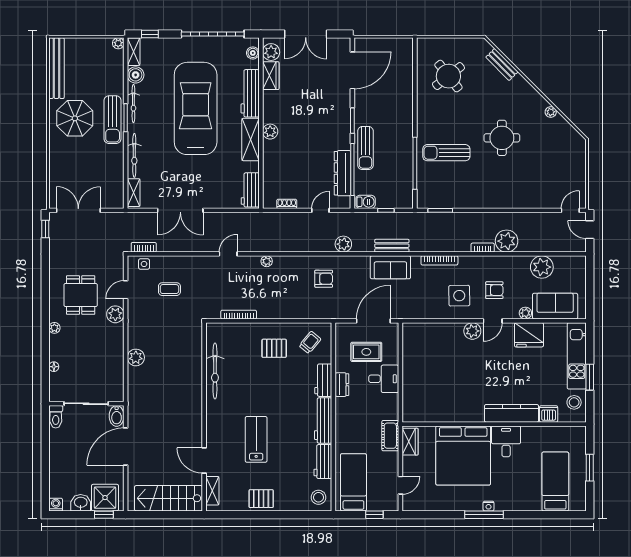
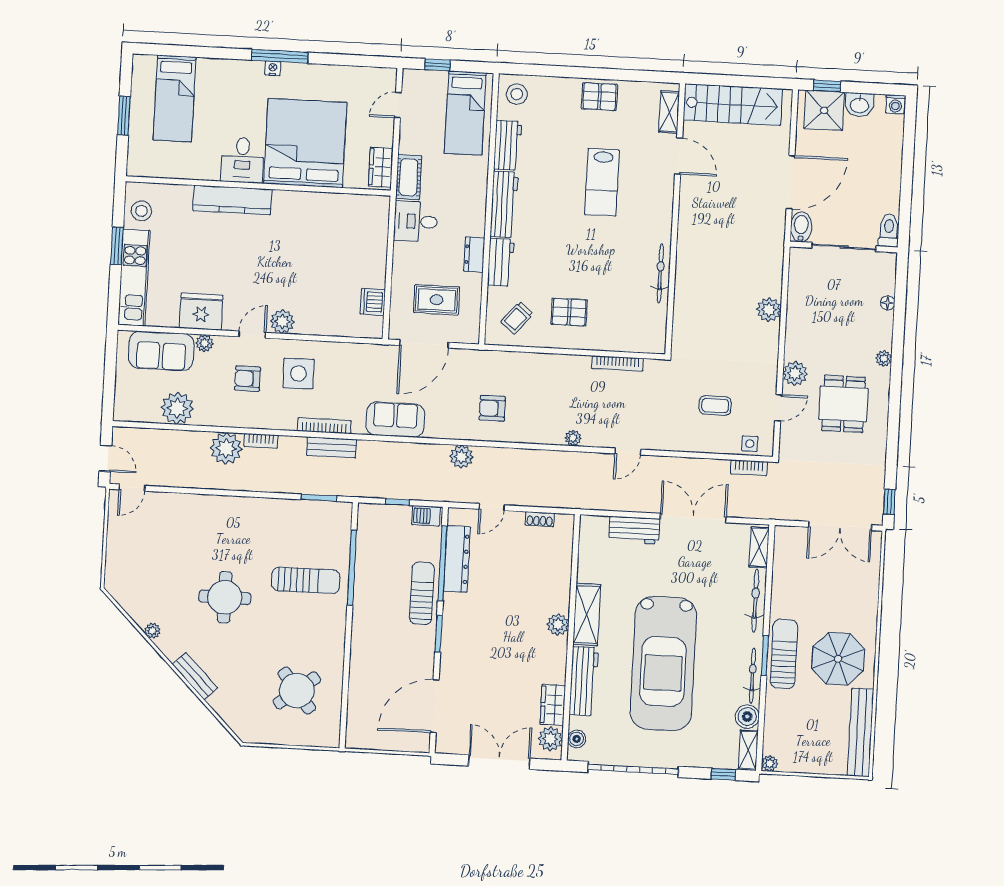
bench: (502, 65) -> (195, 676), moved
workbench: (250, 190) -> (634, 530), moved, turned 90
bench: (392, 246) -> (331, 447), moved
bicycle: (215, 371) -> (660, 273), width x0.73, depth x0.71
desk: (384, 379) -> (416, 221), moved
dishwasher: (549, 414) -> (373, 302), moved, turned 90

